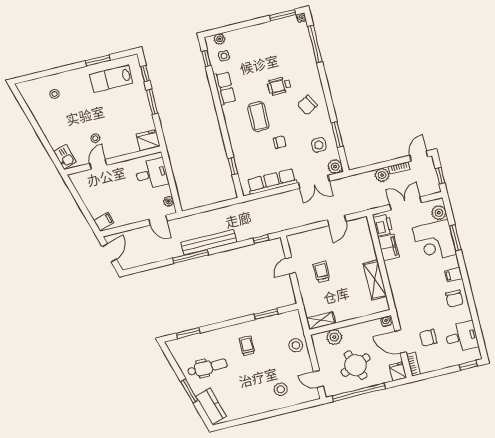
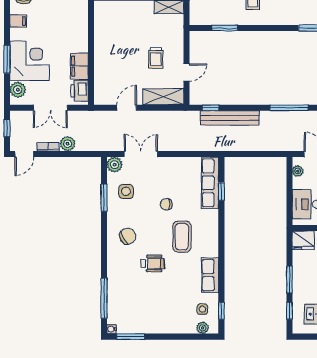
row of seats: (272, 181) -> (210, 183), moved, turned 90
bench: (209, 242) -> (230, 118), moved
shelving: (375, 280) -> (163, 97), moved, turned 90

